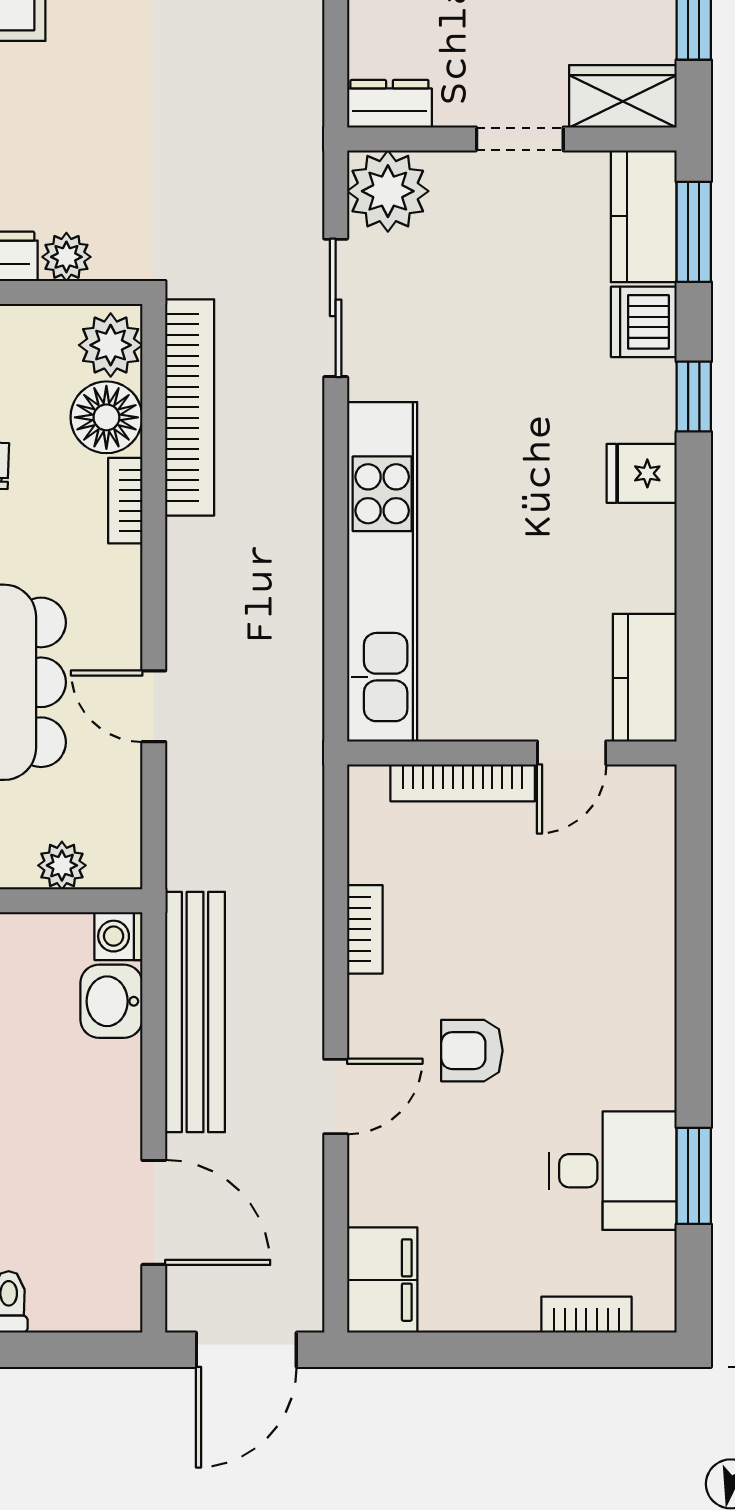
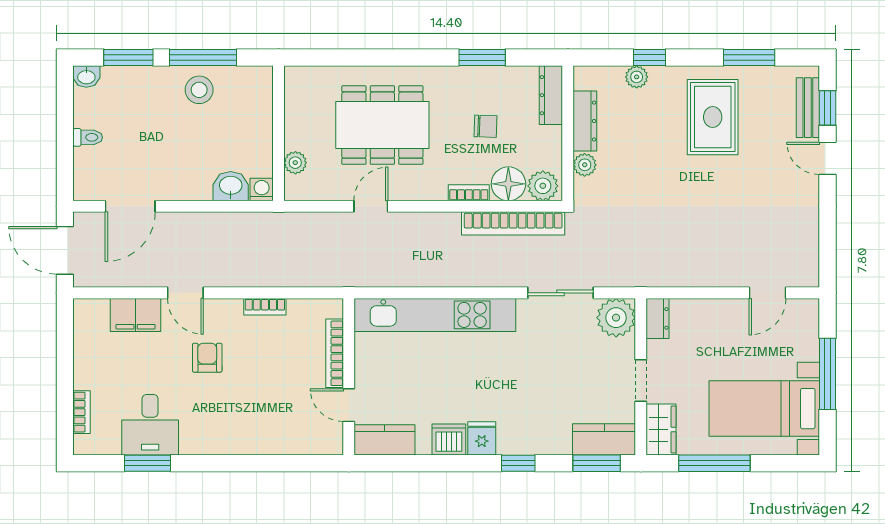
dishwasher: (644, 322) -> (449, 439), moved
bench: (195, 1012) -> (226, 226), removed
filing cabinet: (382, 1280) -> (136, 315), moved

